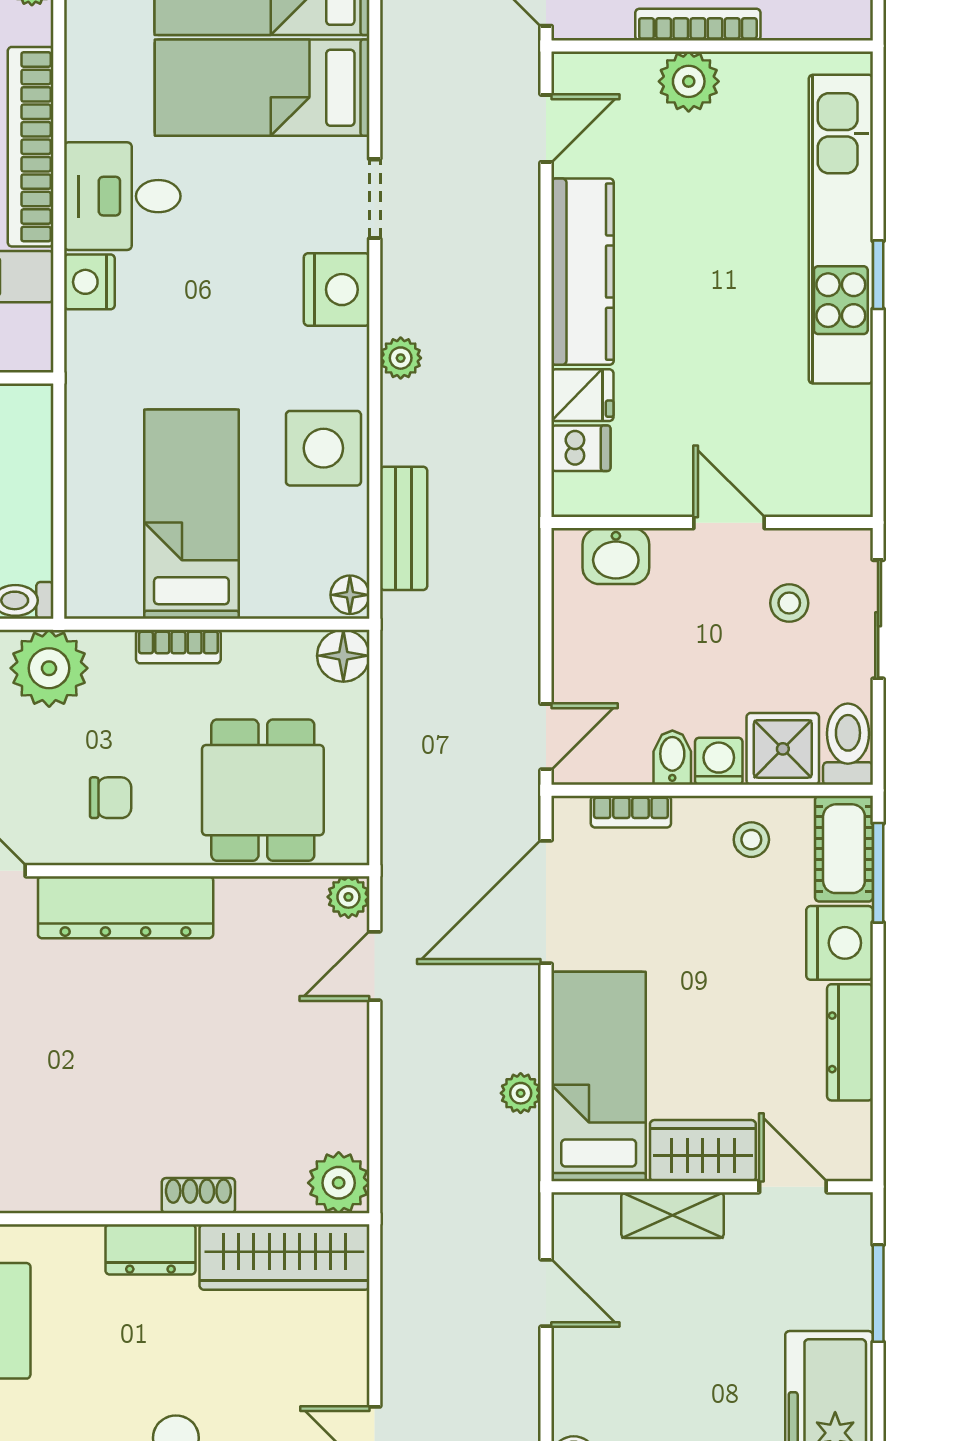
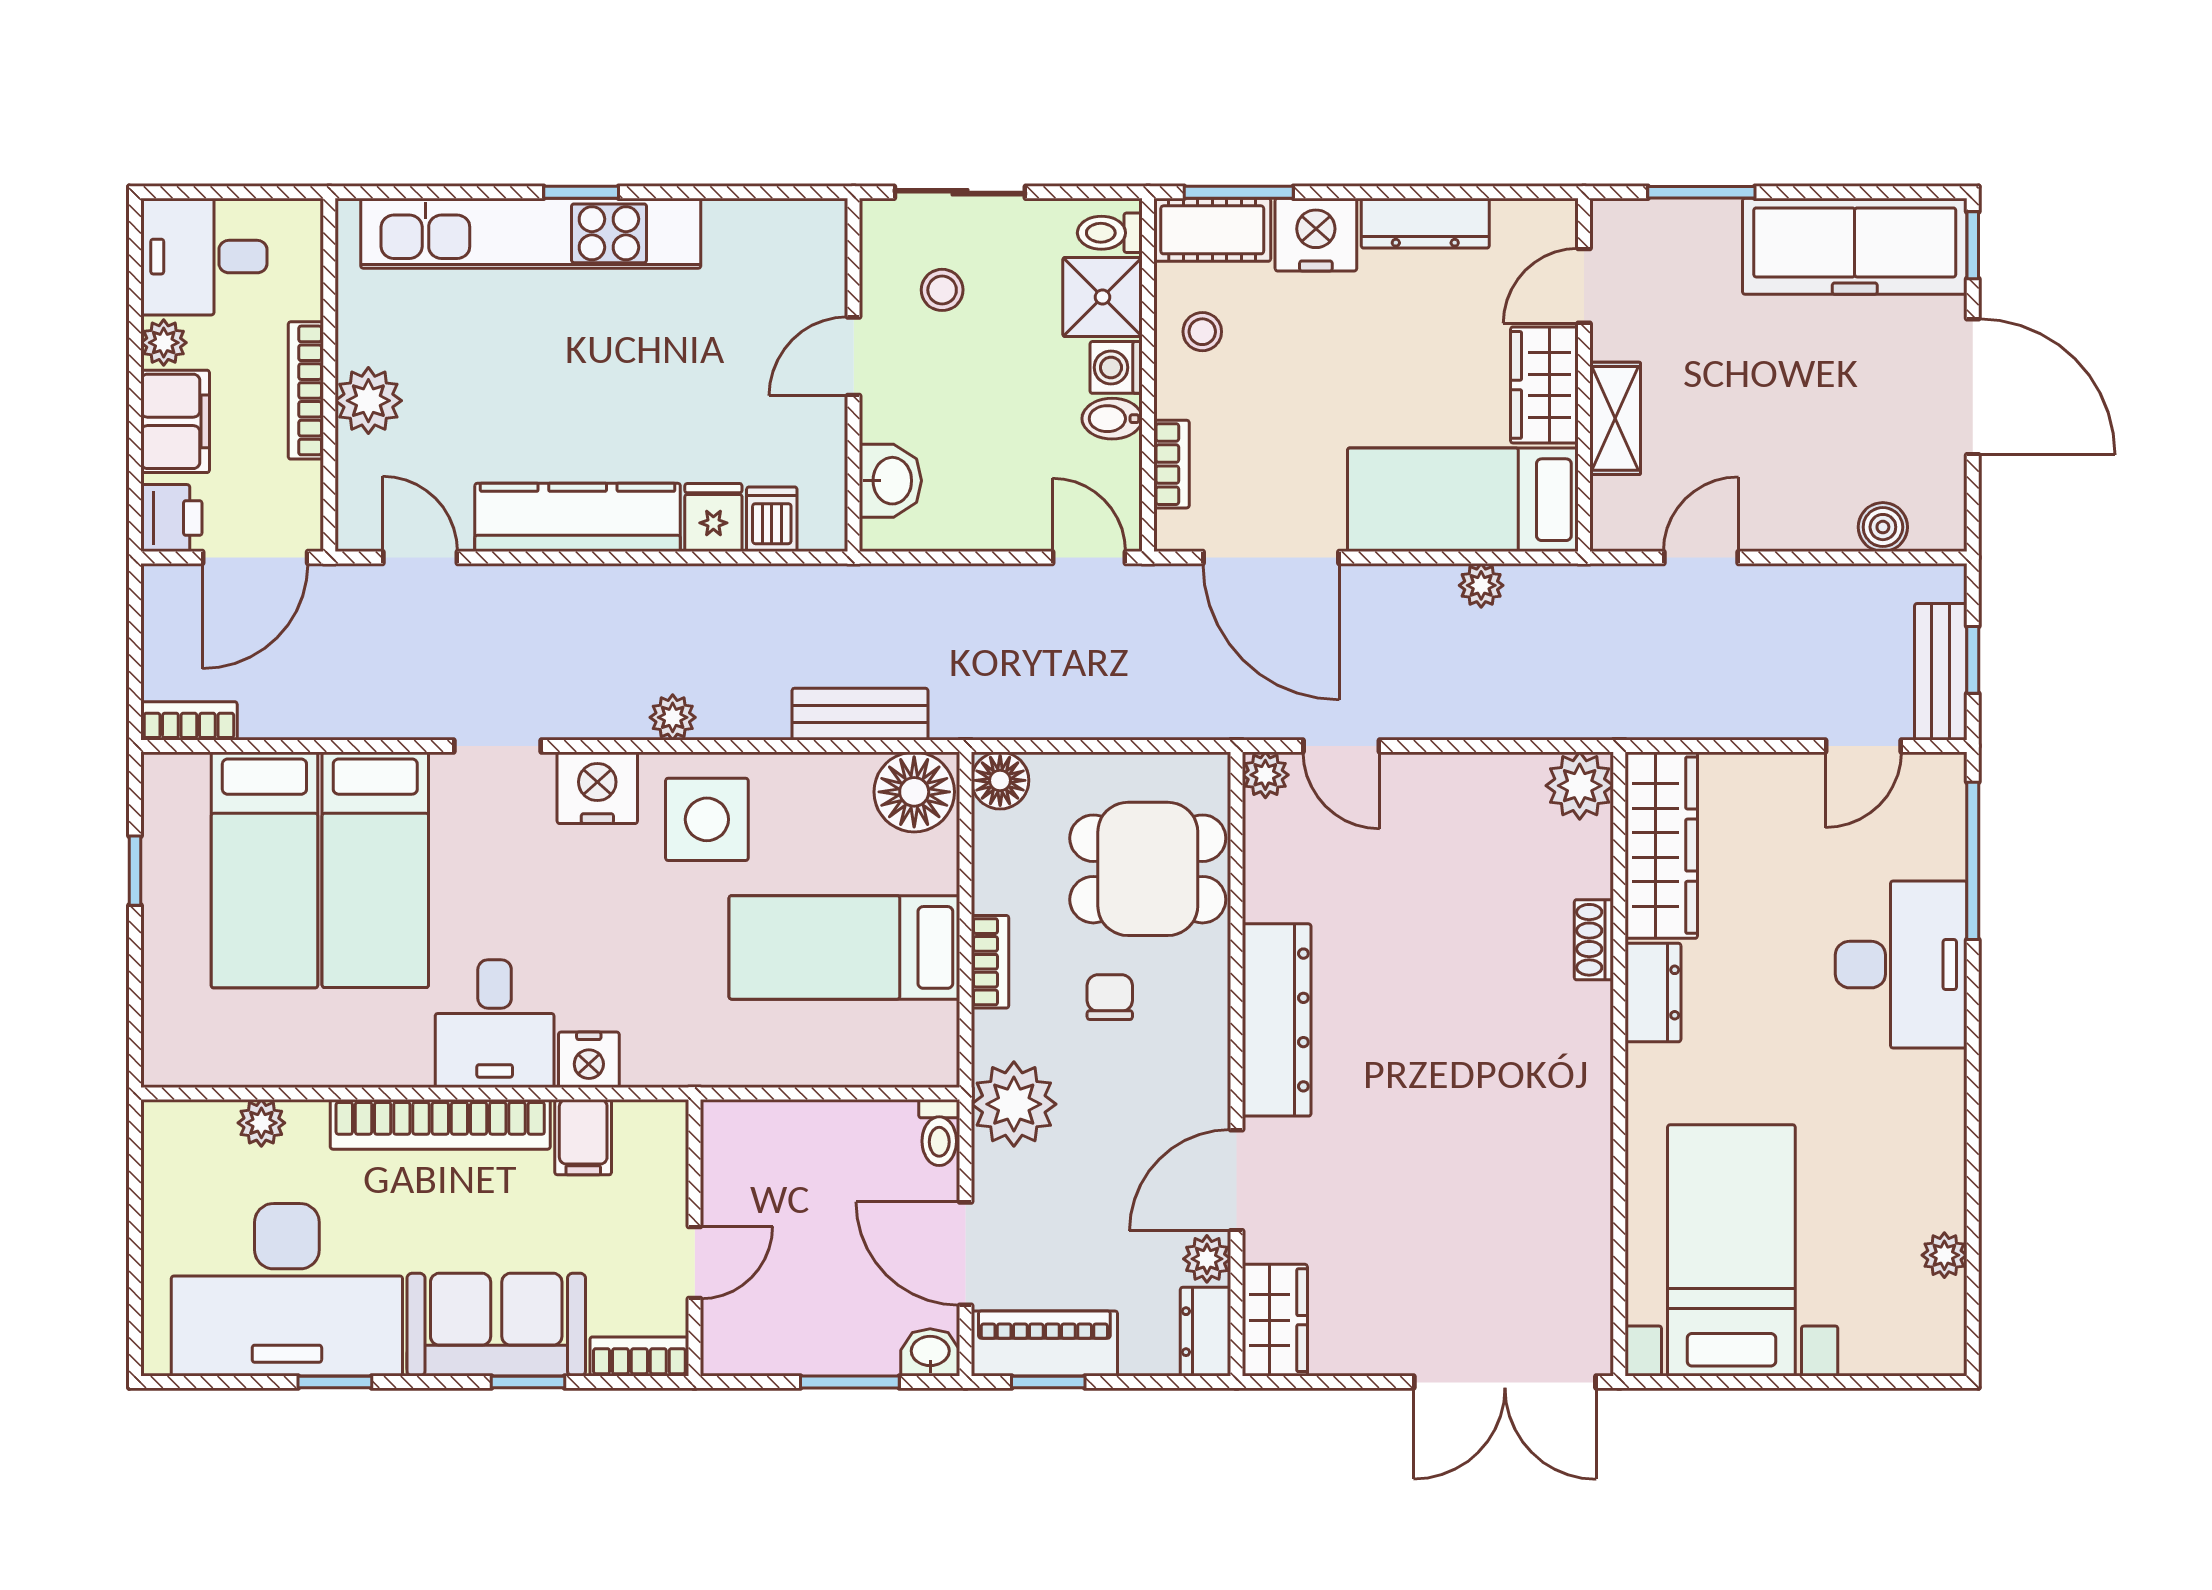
side table: (323, 448) -> (707, 819), moved
floor lamp: (350, 595) -> (914, 792), width x1.89, depth x1.89
toilet: (848, 744) -> (1110, 233), width x0.73, depth x0.72
chair: (111, 798) -> (1110, 997), moved

